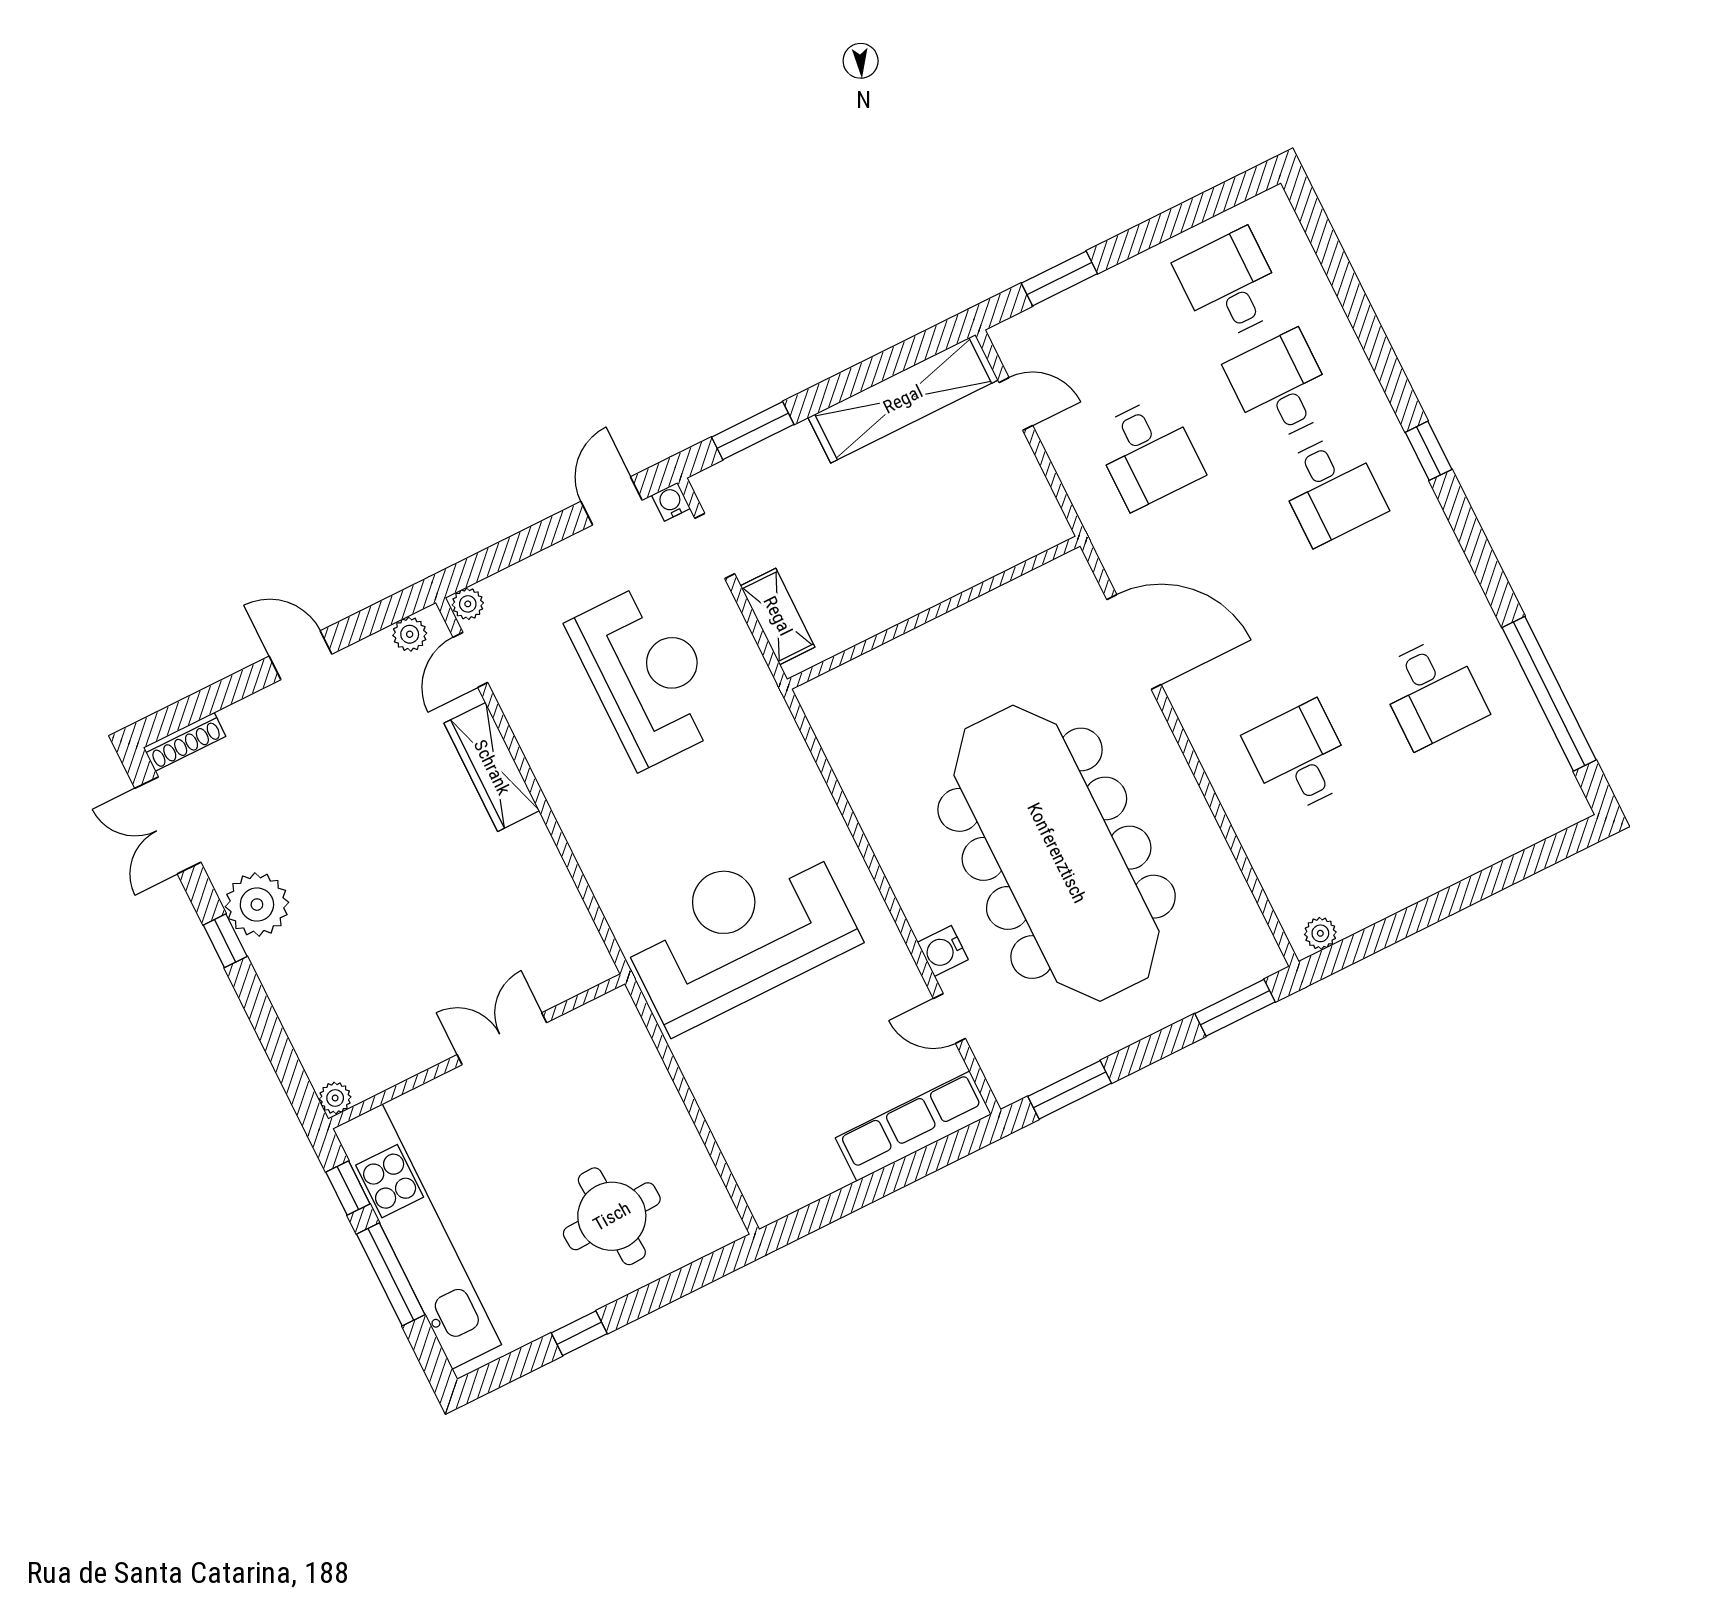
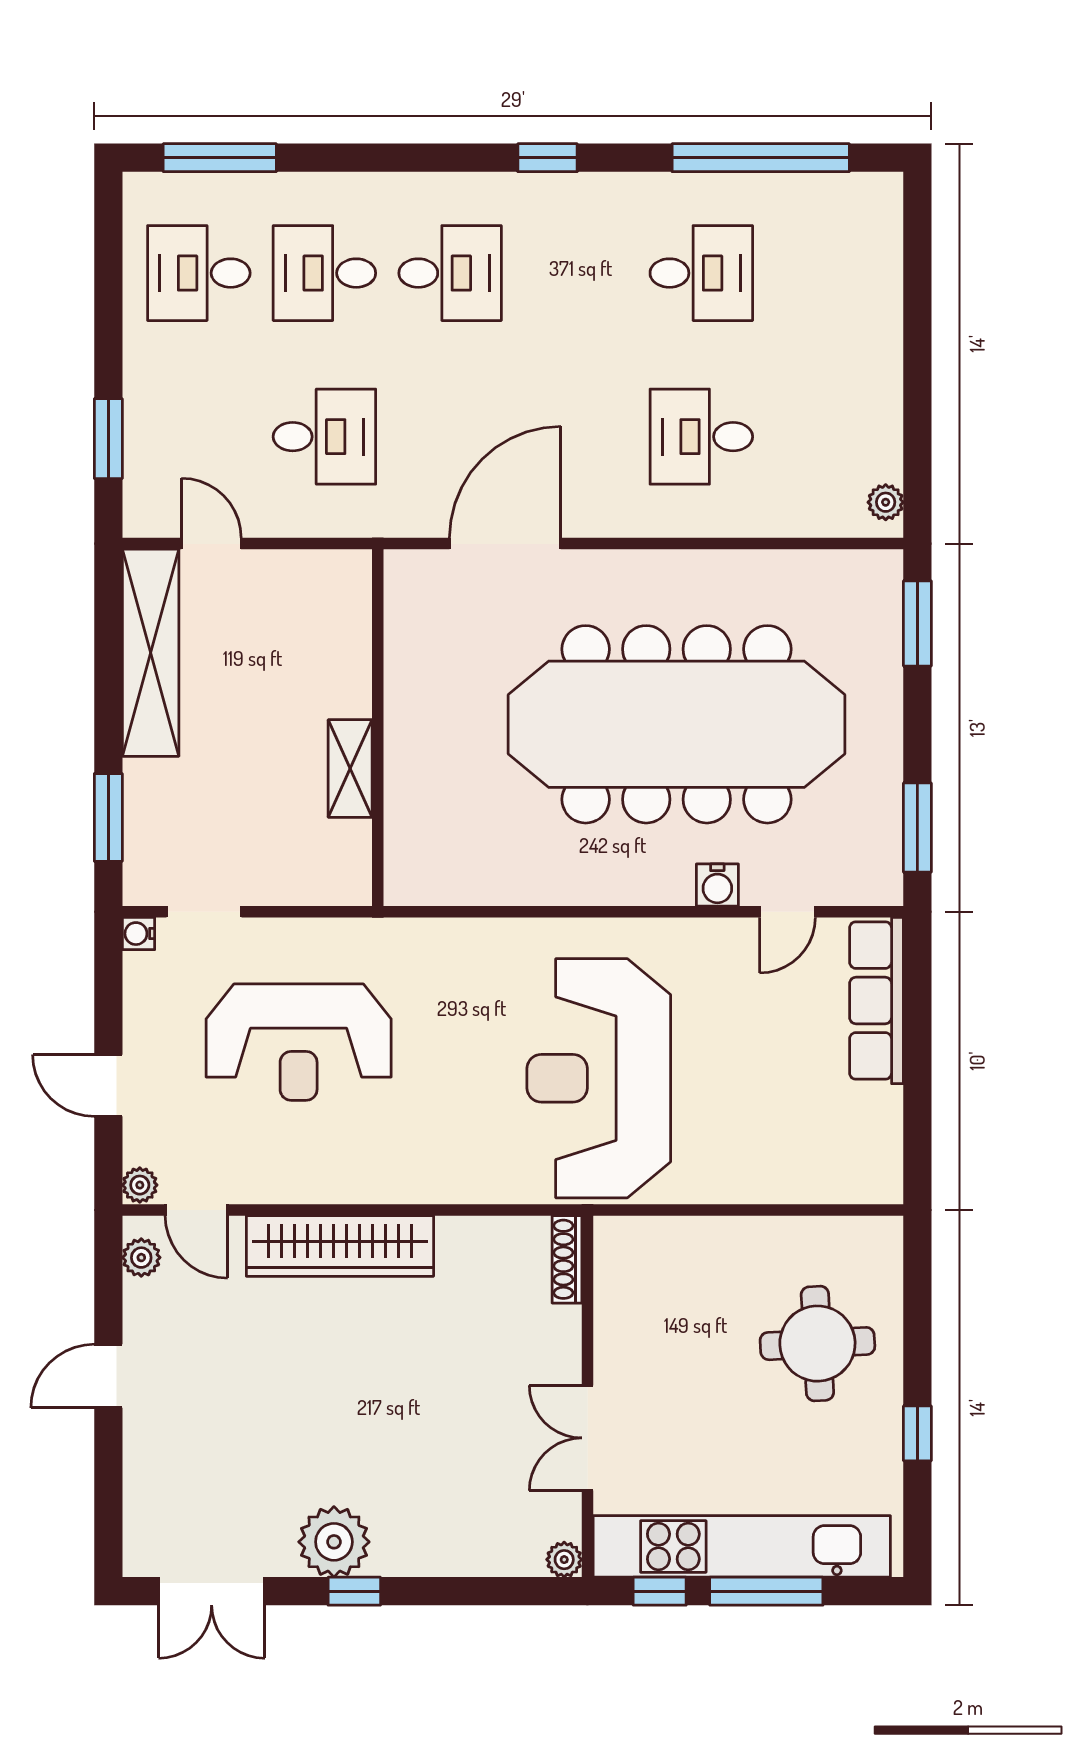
window: (1332, 256) -> (220, 158), added
door: (1016, 404) -> (211, 544), hinge flipped
window: (1429, 451) -> (548, 158), moved
door: (612, 501) -> (108, 1086), moved
shelving: (778, 616) -> (350, 768), moved, turned 90
reception desk: (647, 675) -> (299, 1042), turned 180
shoe rack: (185, 742) -> (567, 1259), moved, turned 180
wardrobe: (492, 767) -> (340, 1246), width x1.40, depth x1.17
double door: (502, 1039) -> (587, 1438), moved

